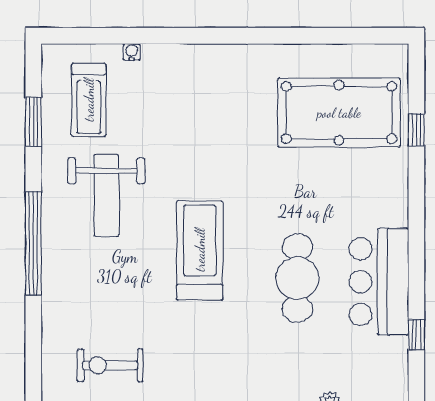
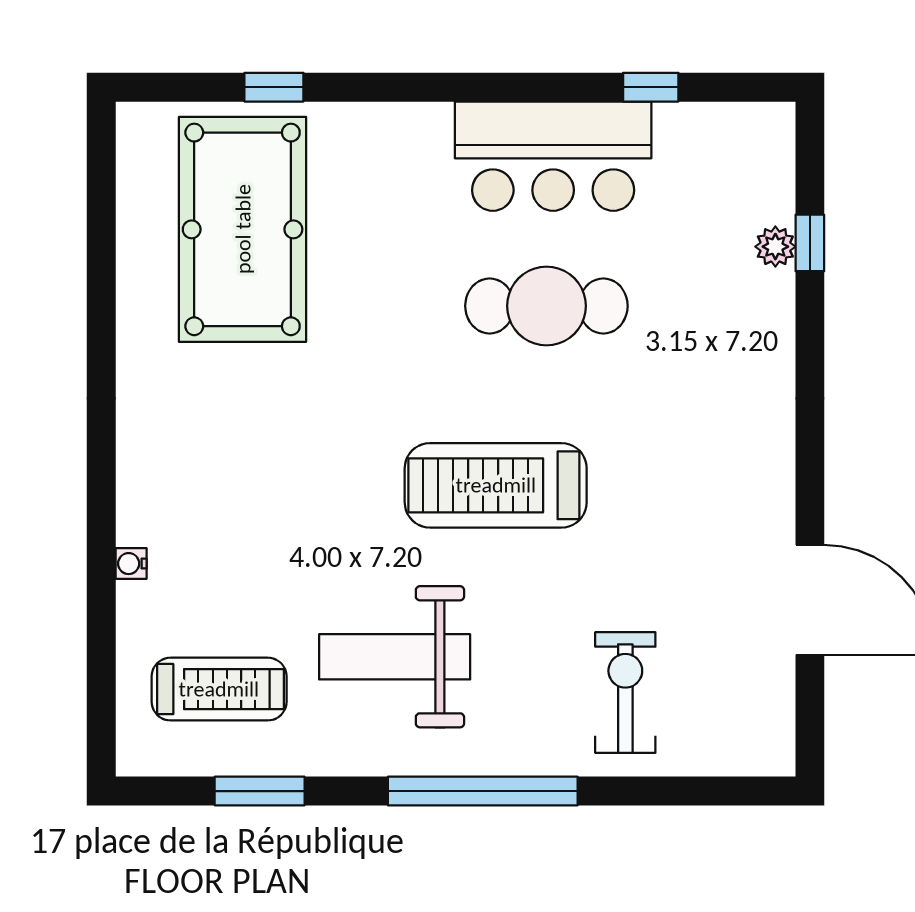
water cooler: (132, 52) -> (131, 564), moved
weight bench: (106, 195) -> (395, 657), turned 180
exercise bike: (110, 365) -> (625, 693), moved, turned 180

